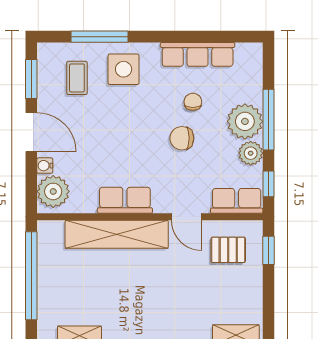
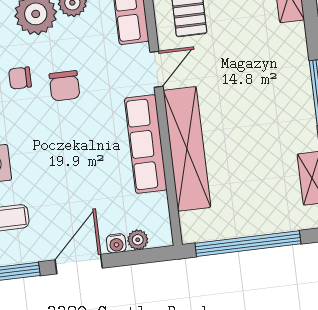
plant: (53, 191) -> (138, 240), width x0.53, depth x0.53
row of seats: (125, 200) -> (146, 144), width x1.48

